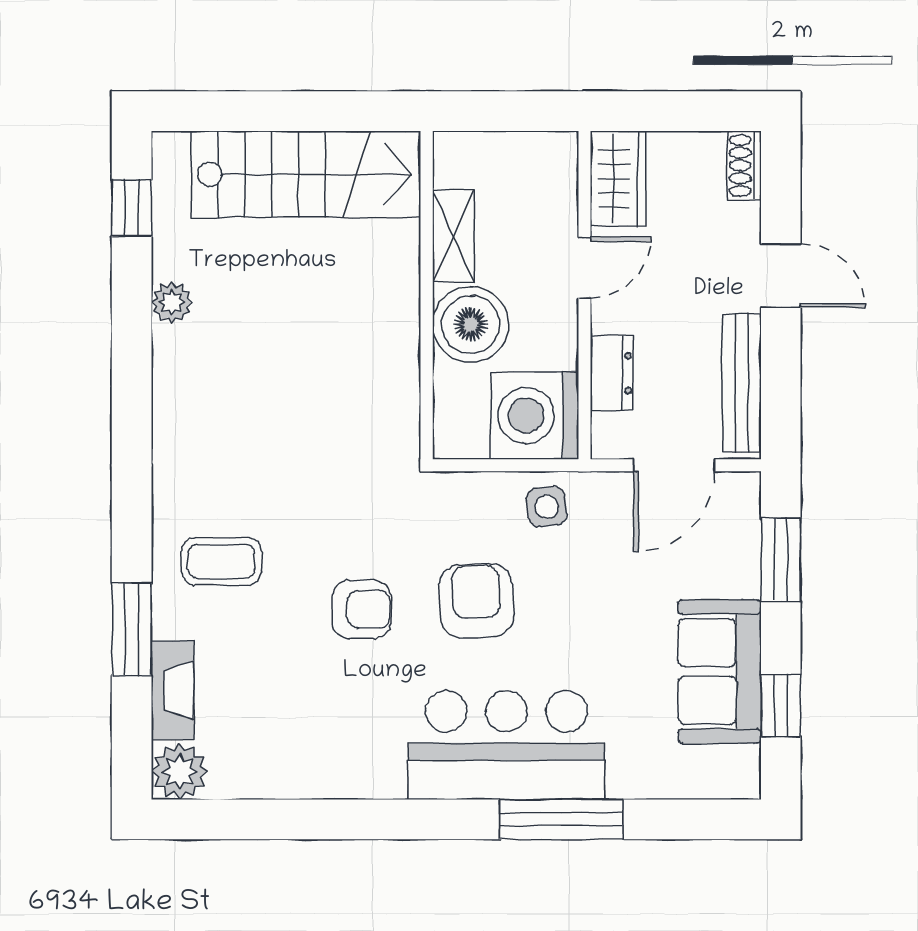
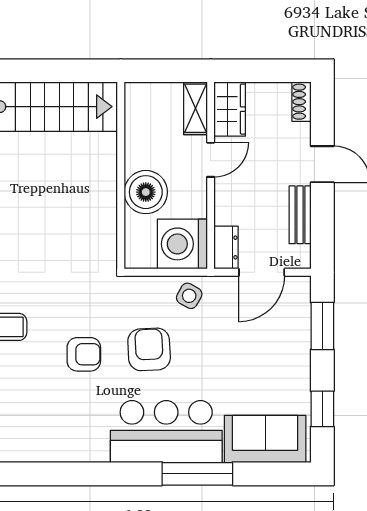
shelving: (453, 236) -> (195, 108), moved
dresser: (612, 373) -> (226, 247), moved
bench: (742, 383) -> (300, 215), width x0.73
side table: (547, 507) -> (189, 296), turned 35
sofa: (720, 672) -> (265, 439), moved, turned 90

